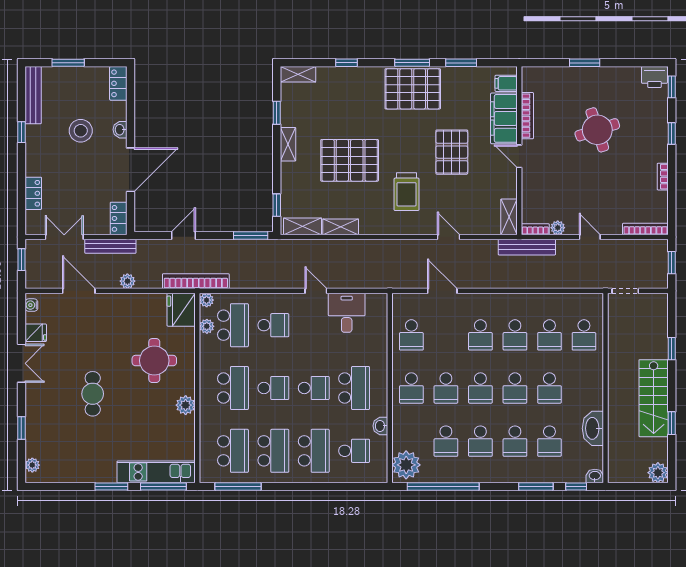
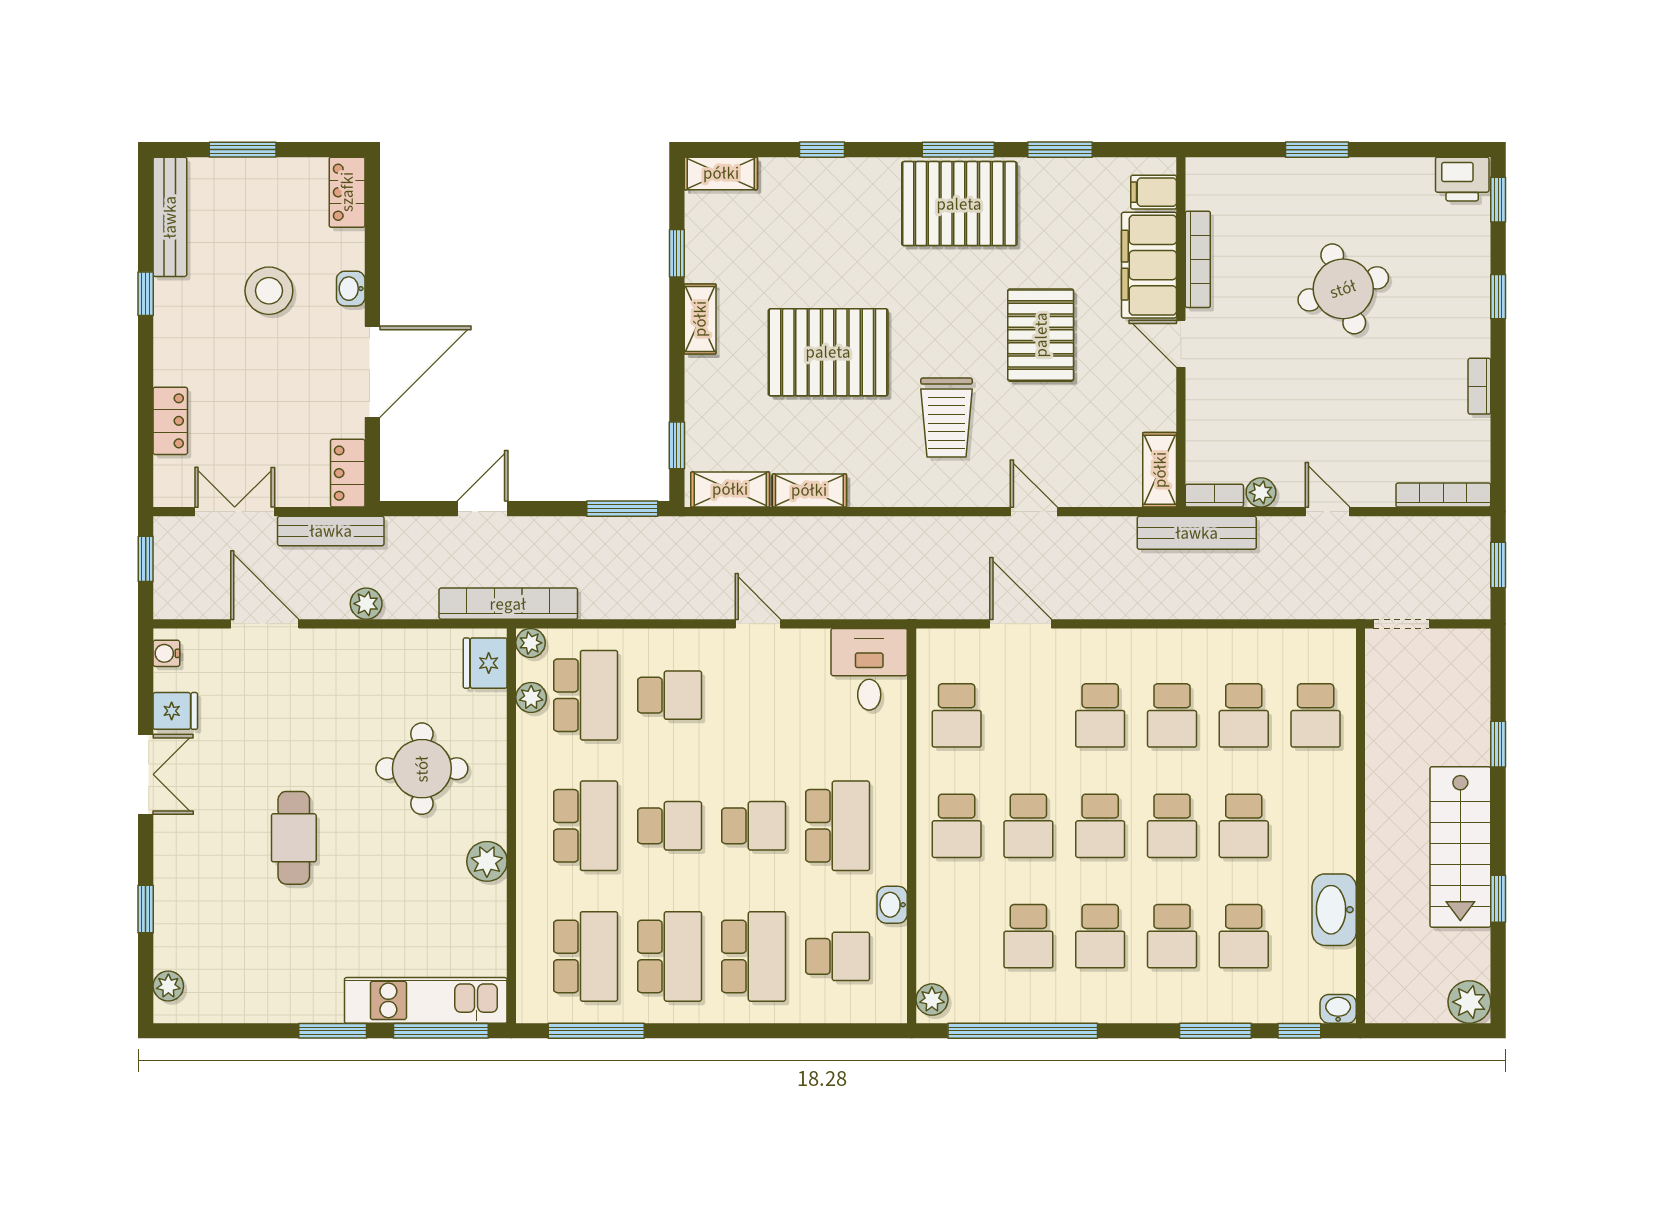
fridge: (181, 310) -> (485, 663), width x0.73, depth x0.75
desk: (347, 313) -> (869, 669), moved
plant: (406, 465) -> (932, 1000), width x0.53, depth x0.53

